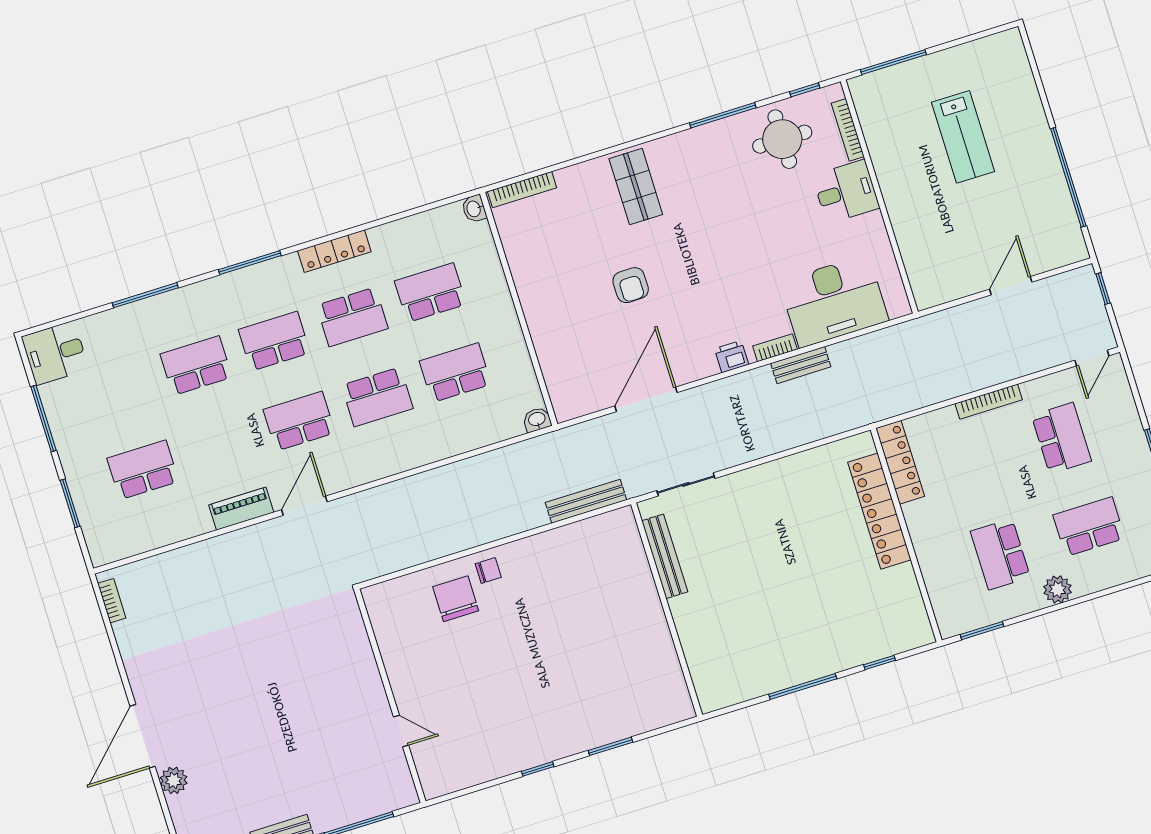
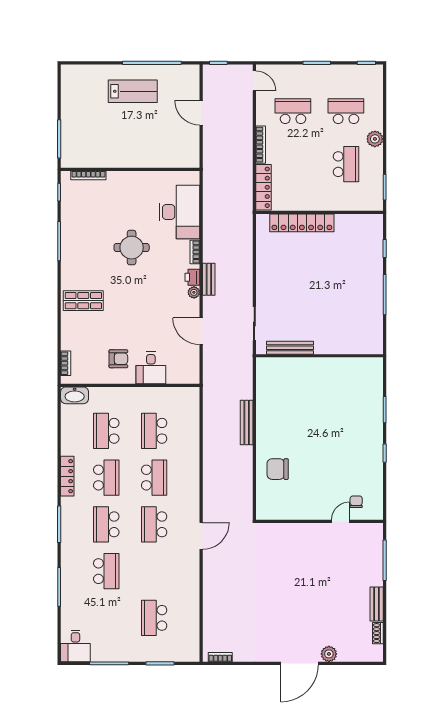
lab bench: (963, 137) -> (133, 91), moved
round table: (782, 139) -> (132, 248), moved
bookcase: (522, 190) -> (66, 363), width x0.64
desk: (846, 192) -> (151, 368), moved, turned 180
washbasin: (474, 209) -> (75, 395), width x1.91, depth x1.45
armchair: (631, 285) -> (118, 359), moved
bench: (801, 365) -> (209, 279), moved
school desk: (196, 366) -> (106, 571), turned 180
plant: (707, 367) -> (194, 292), added
door: (646, 399) -> (201, 331), width x0.73
washbasin: (537, 420) -> (194, 394), removed
locker: (900, 462) -> (263, 187), moved, turned 90
bench: (586, 501) -> (247, 423), moved
door: (304, 506) -> (201, 536), swing flipped
piano: (241, 509) -> (192, 571), removed
school desk: (1089, 527) -> (346, 111), turned 90
school desk: (1000, 554) -> (346, 164), turned -90
chair: (488, 570) -> (356, 502), moved
door: (143, 736) -> (299, 663), hinge flipped

